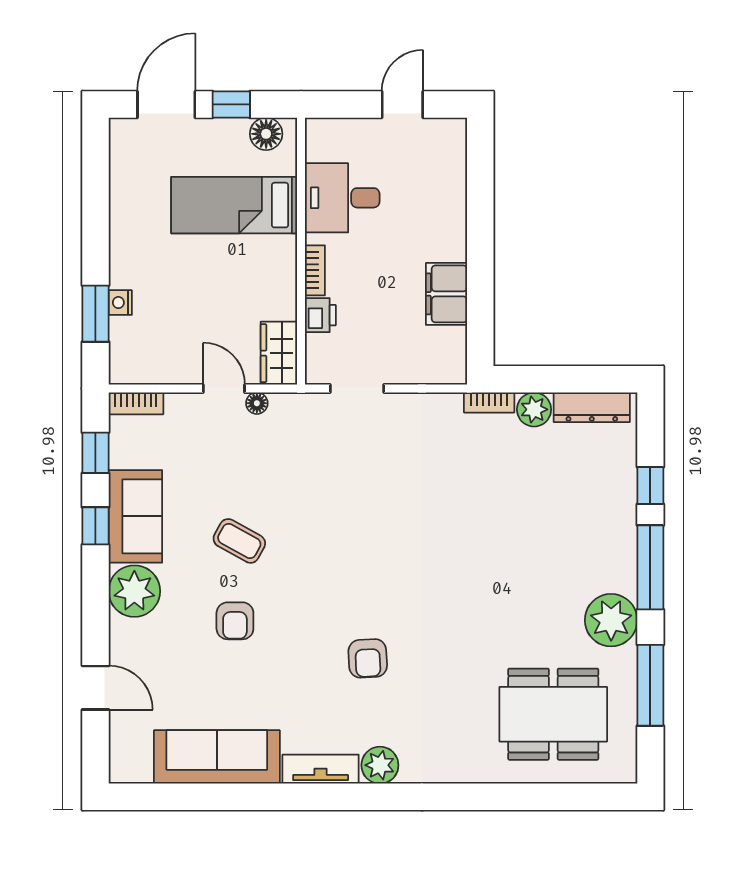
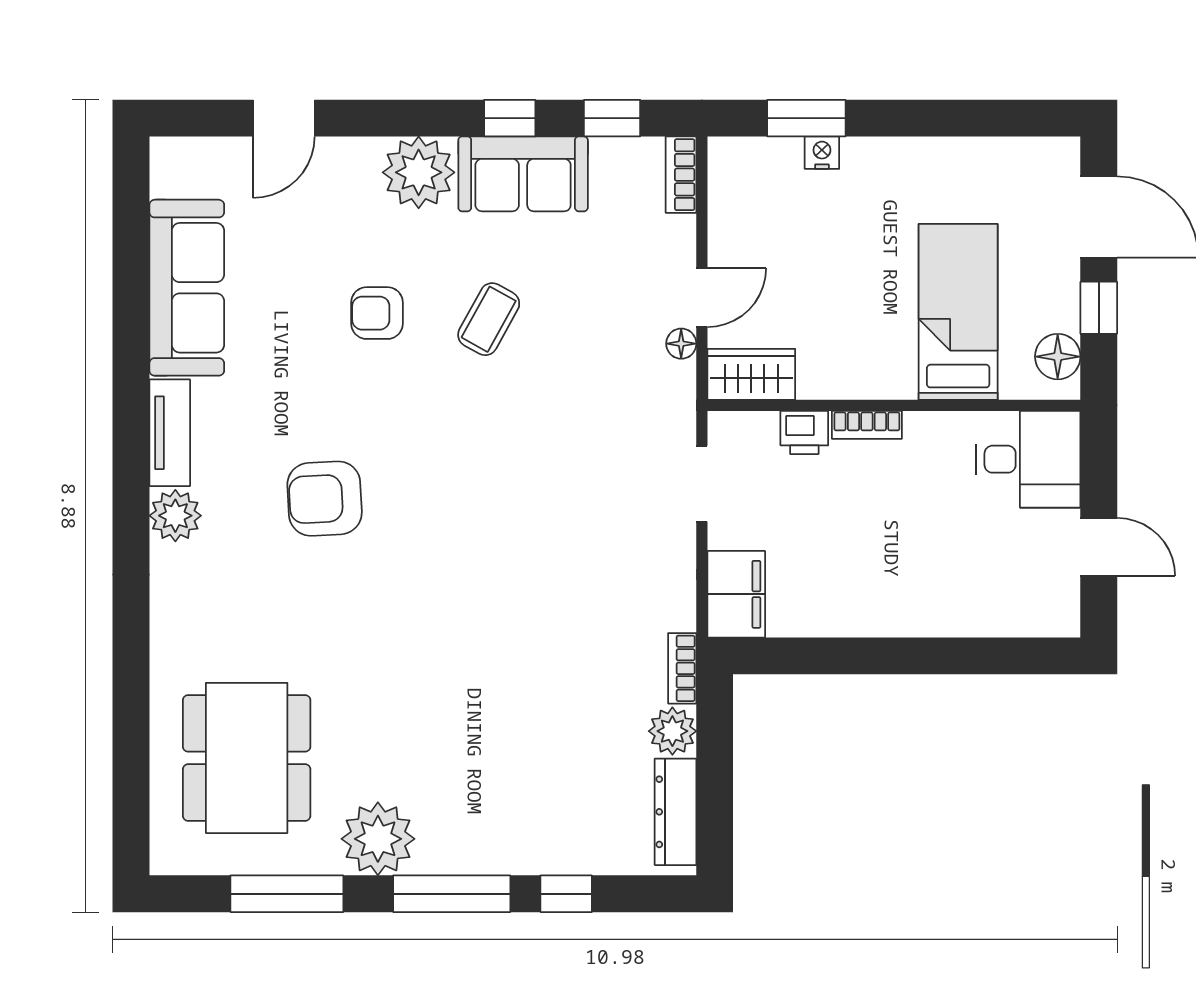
desk: (342, 198) -> (1028, 459), moved, turned 90
filing cabinet: (446, 294) -> (736, 594), moved, turned 90
armchair: (368, 658) -> (325, 499), width x1.38, depth x1.38

